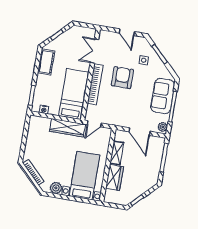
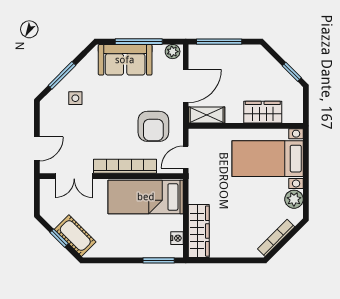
door: (127, 32) -> (37, 149), moved
cot: (46, 62) -> (75, 236), moved, turned 45
armchair: (122, 78) -> (153, 126), moved, turned -90
door: (94, 124) -> (186, 157), swing flipped
wardrobe: (67, 128) -> (199, 231), moved
shelving: (117, 153) -> (207, 115), moved

